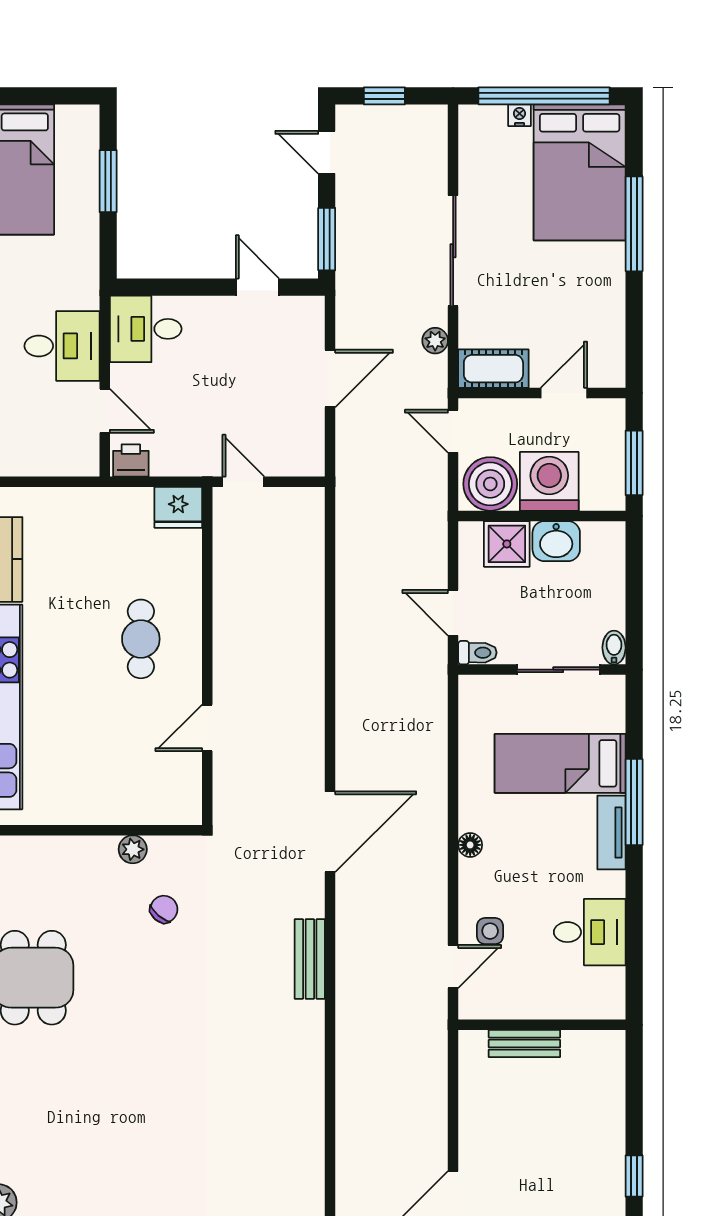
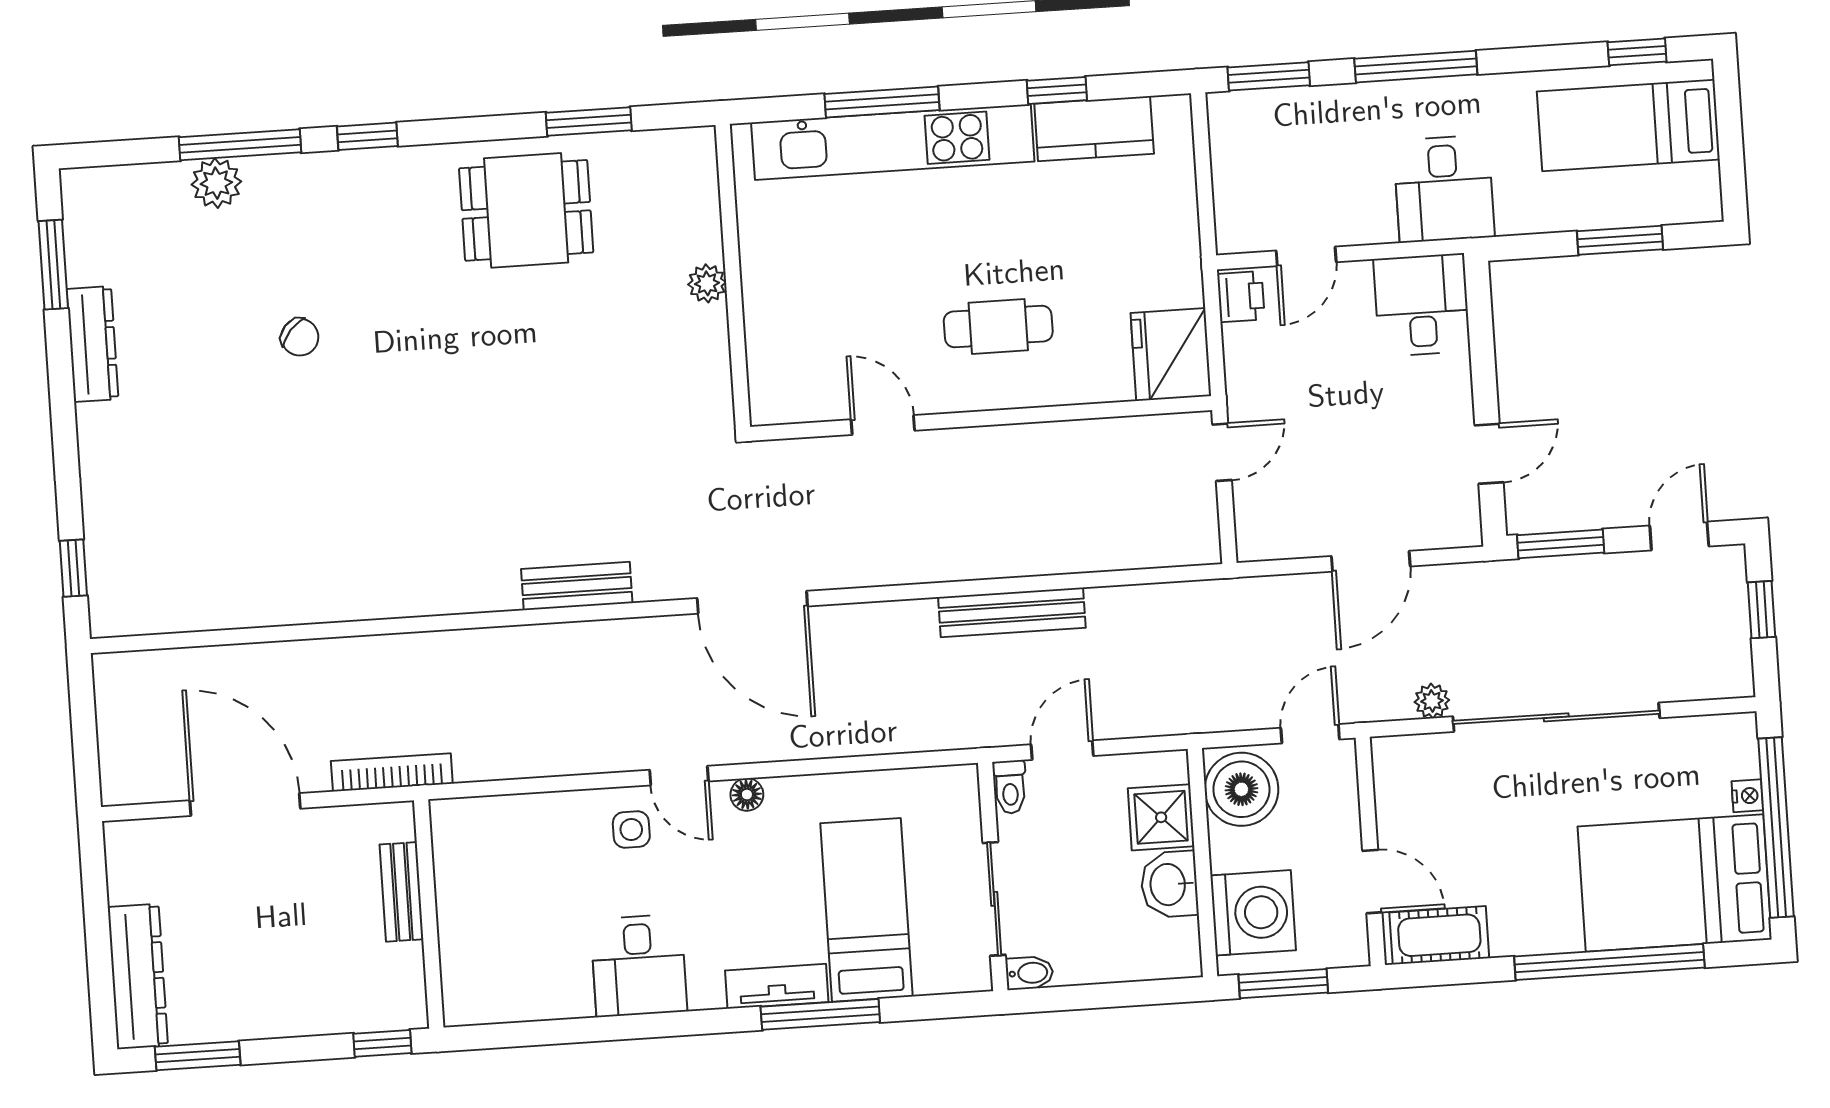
window: (634, 224) -> (1609, 962), width x1.46
sliding door: (453, 251) -> (1556, 717), width x1.36
desk: (62, 346) -> (1444, 189), moved
cot: (493, 369) -> (1439, 935), moved, turned 90
door: (330, 379) -> (1371, 561), hinge flipped
washing machine: (549, 481) -> (1253, 913), moved
fridge: (178, 507) -> (1171, 354), width x1.36, depth x1.34
bench: (350, 643) -> (1012, 612), added
plant: (133, 849) -> (707, 283), moved
chair: (164, 909) -> (300, 337), moved
door: (453, 966) -> (679, 776), moved
wall: (542, 1025) -> (429, 914), moved
bench: (524, 1044) -> (402, 892), moved
bookcase: (437, 1103) -> (392, 772), added
window: (634, 1176) -> (382, 1043), moved

